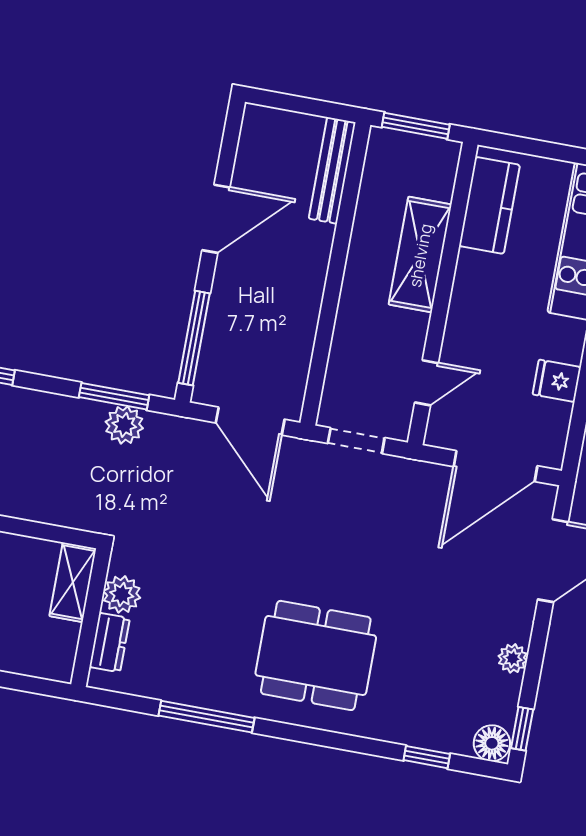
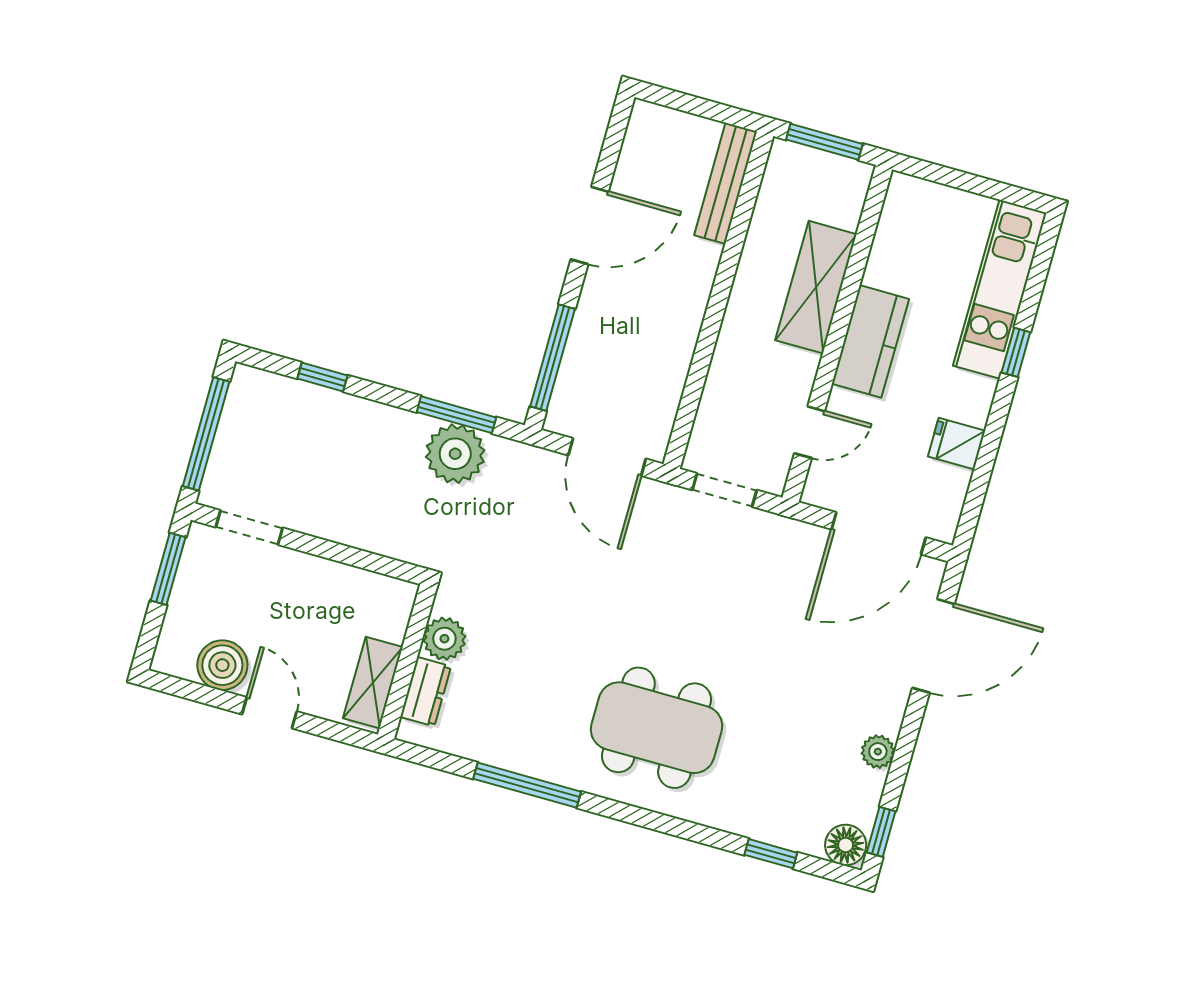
kitchen counter: (489, 205) -> (870, 341), moved
plant: (124, 425) -> (455, 454), width x1.36, depth x1.36
shelving: (73, 582) -> (373, 683), moved

